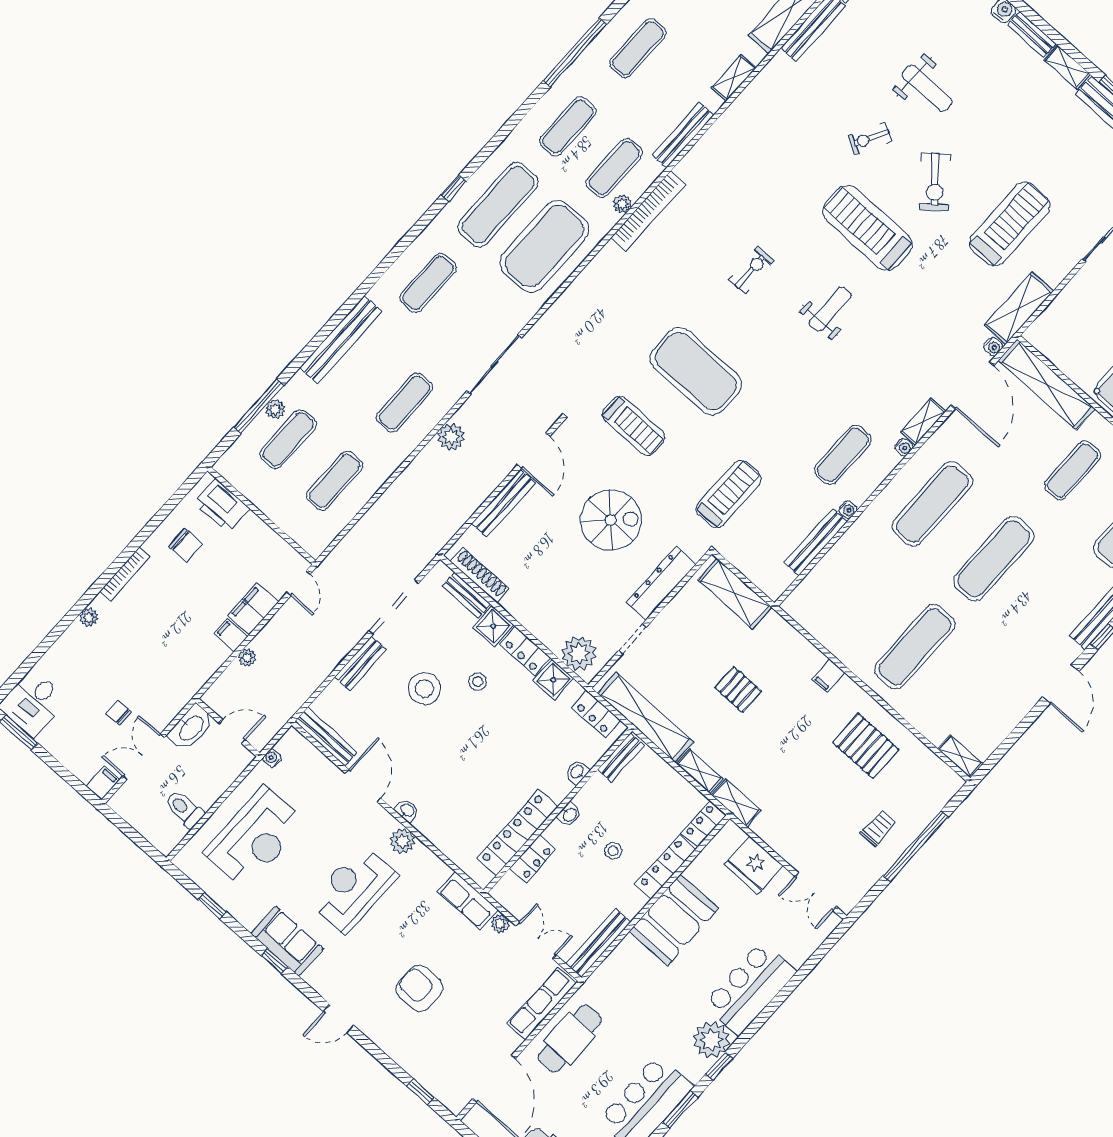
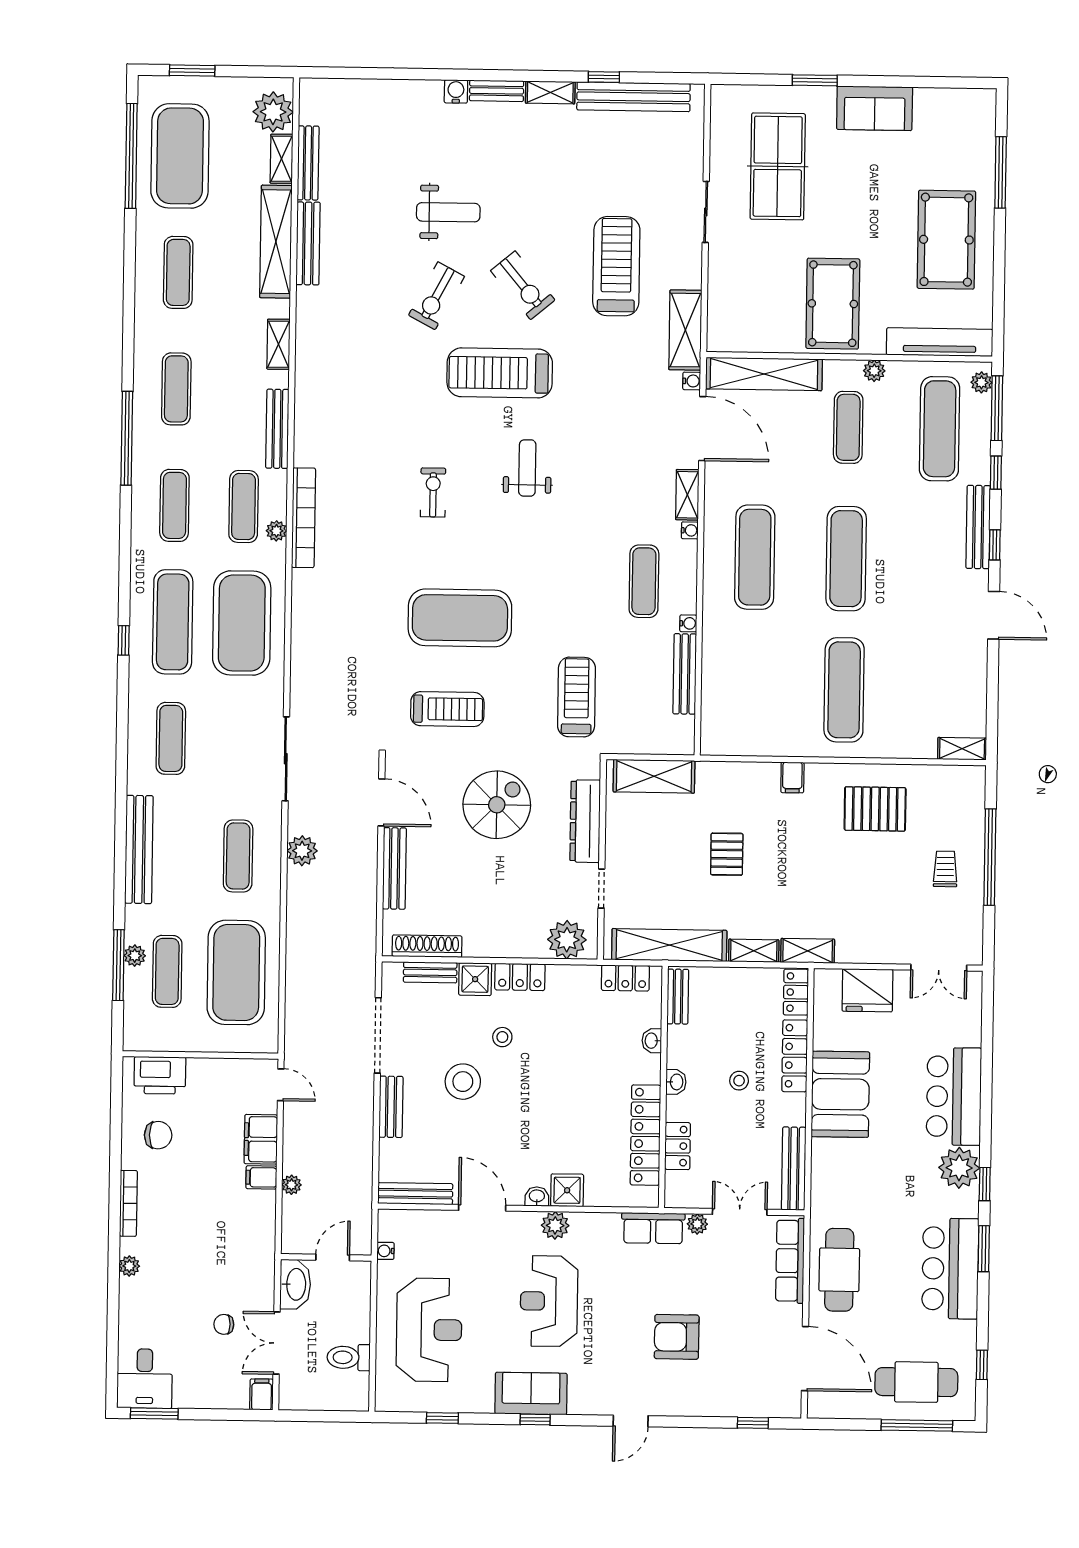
exercise bike: (870, 138) -> (436, 296), width x1.38, depth x1.39
exercise mat: (335, 481) -> (236, 972), width x2.00, depth x1.45
shower: (553, 680) -> (567, 1190), moved
pallet: (738, 689) -> (727, 854), turned 90

